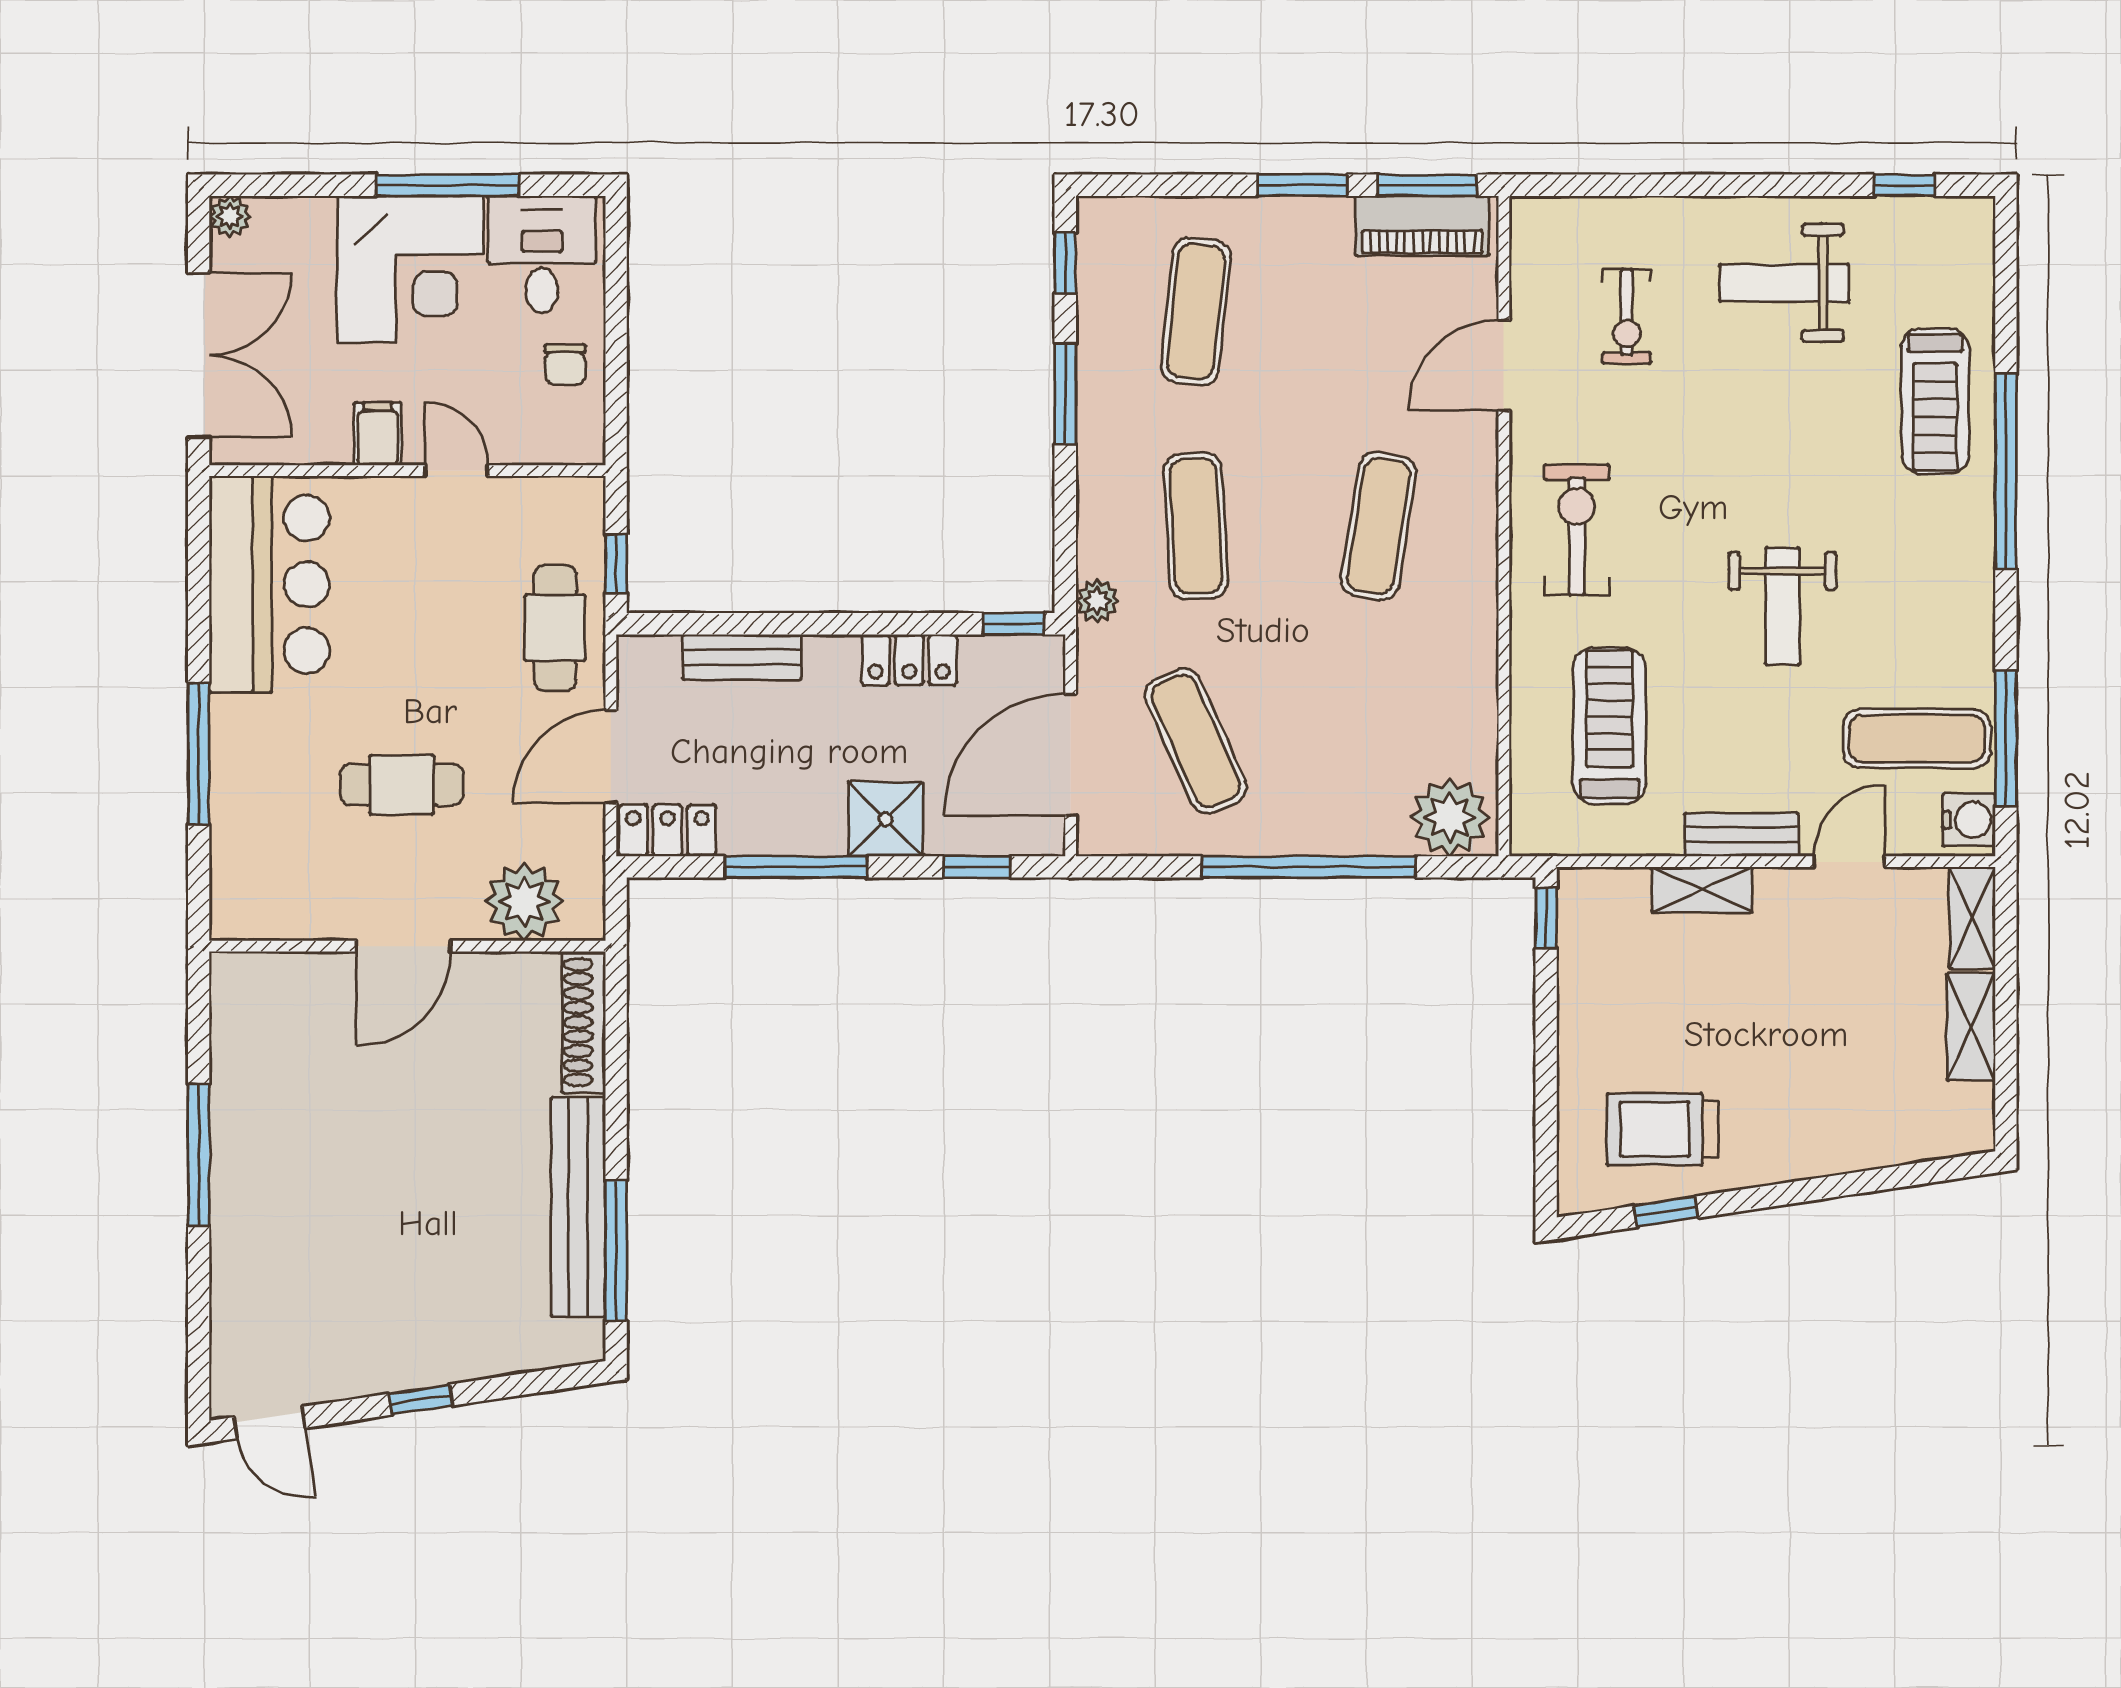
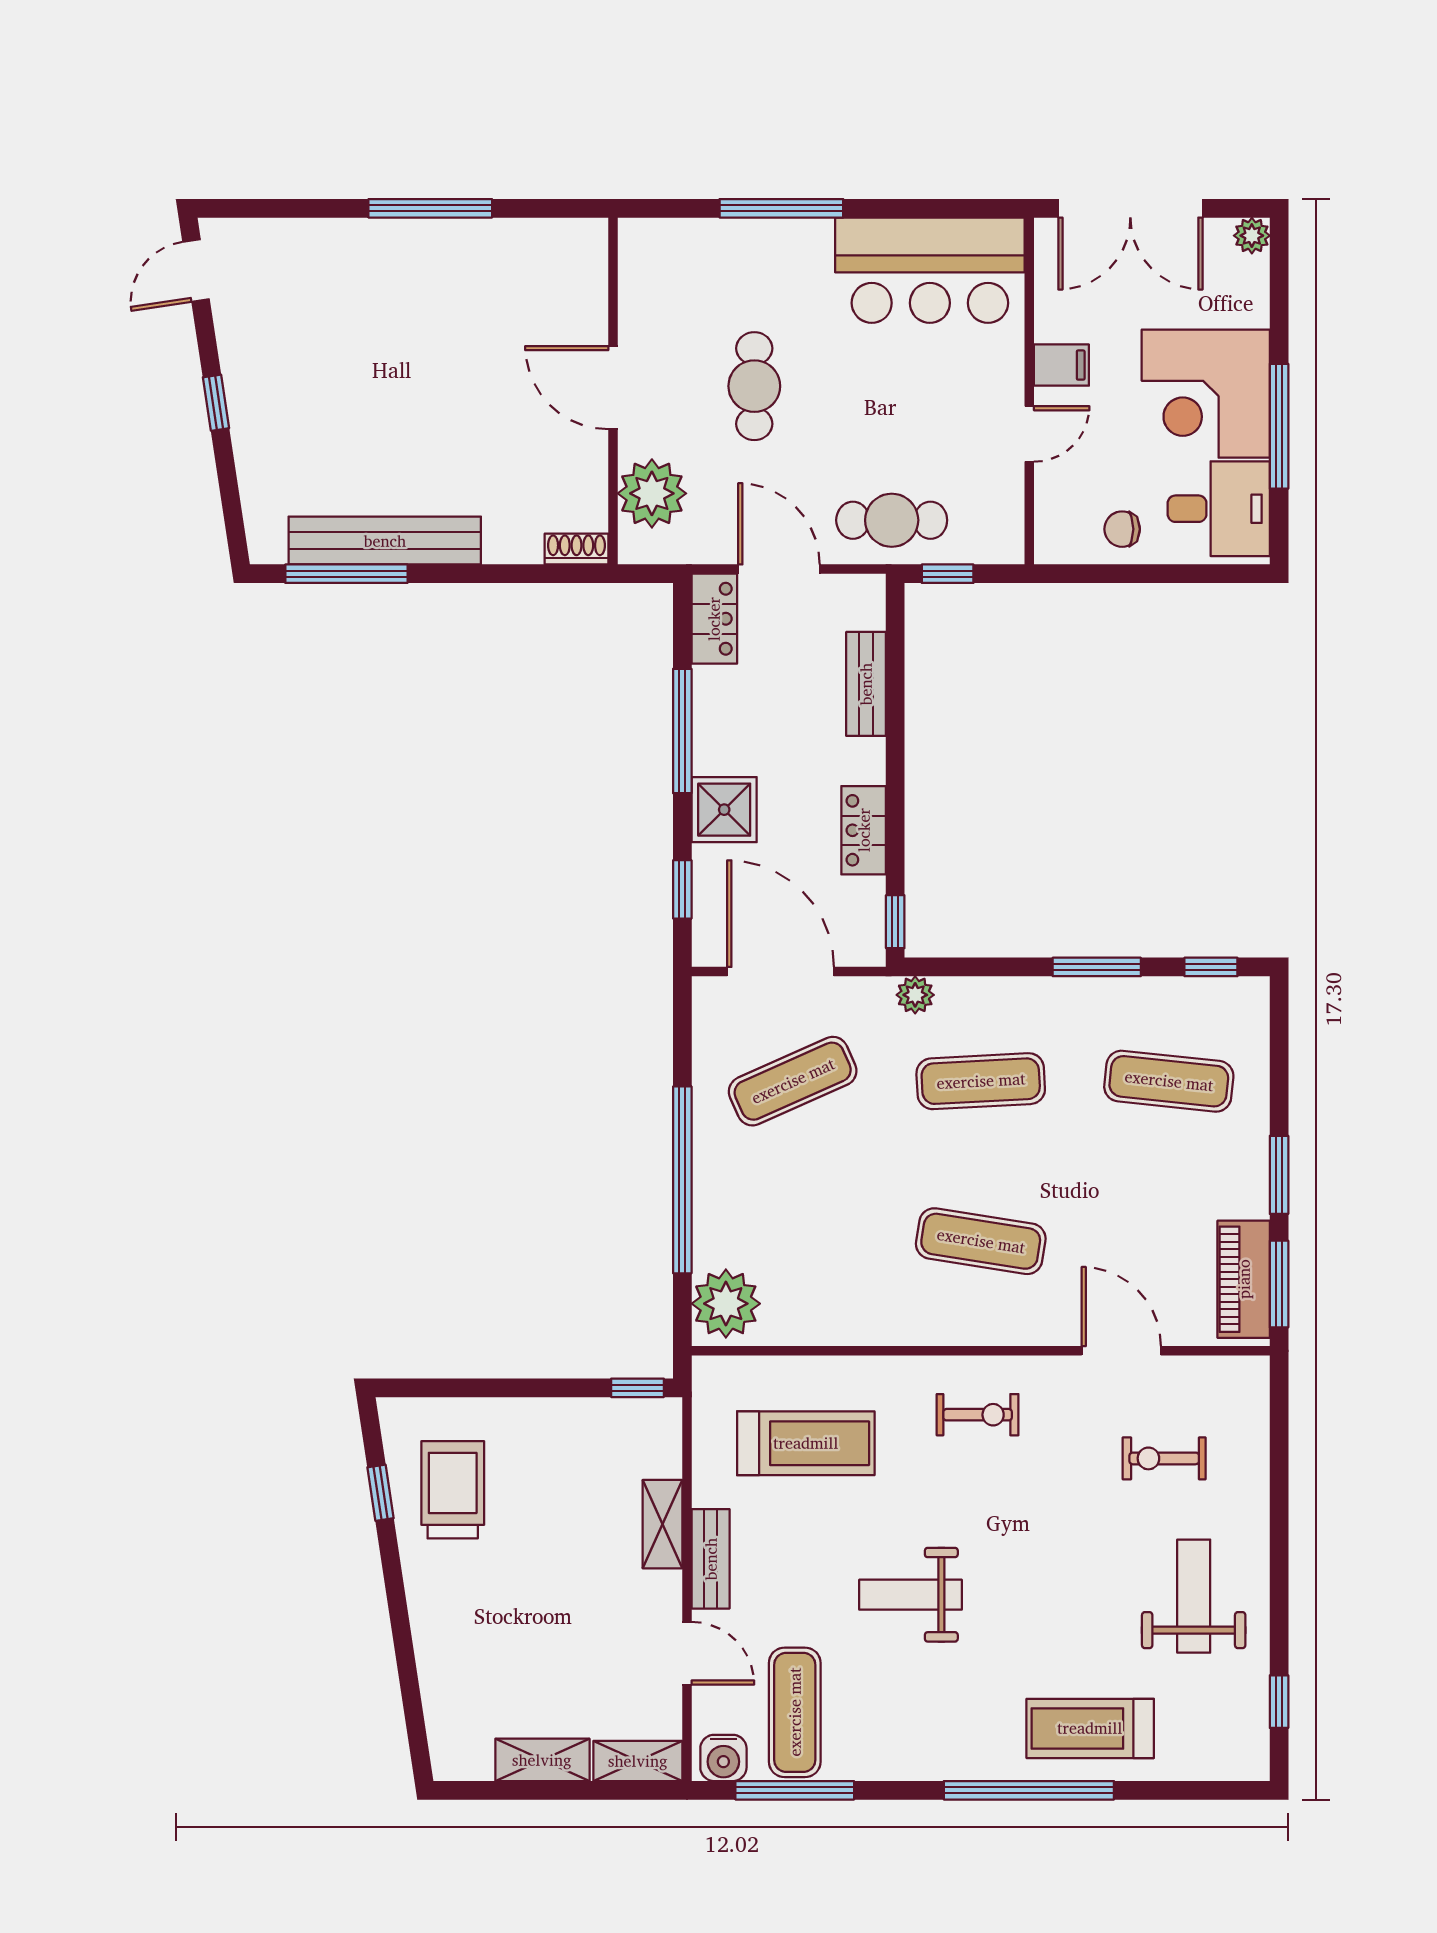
exercise bike: (1577, 530) -> (978, 1415), width x0.73, depth x0.72
shoe rack: (584, 1022) -> (577, 549), width x0.51, depth x0.81

